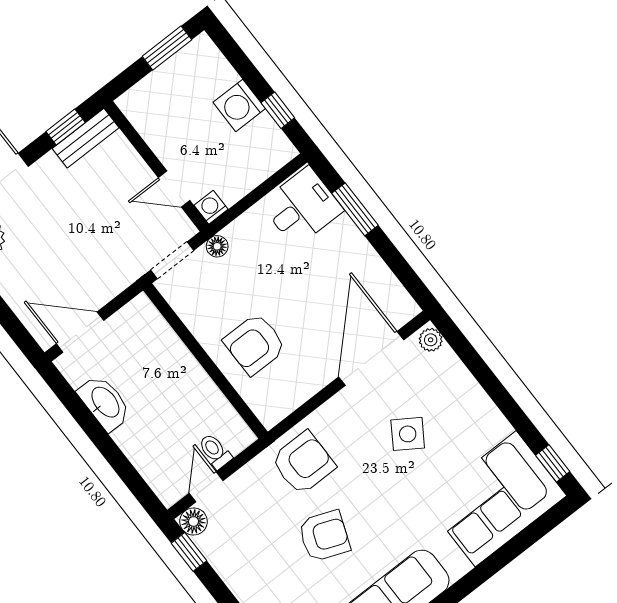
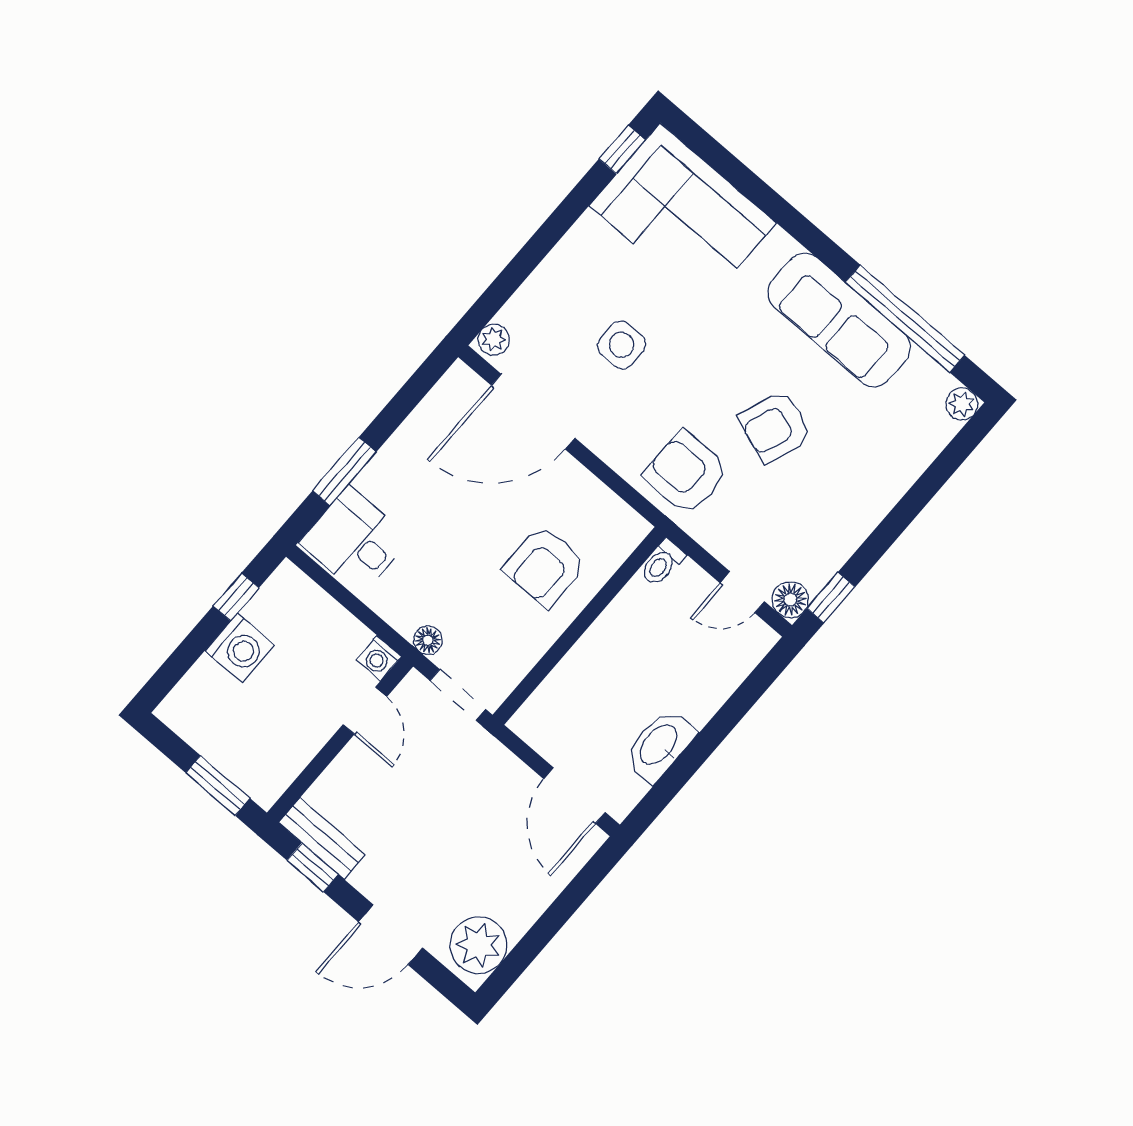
window: (167, 48) -> (218, 786), moved
armchair: (255, 344) -> (545, 566), turned 90
side table: (408, 434) -> (622, 345), turned -33
toilet: (215, 451) -> (662, 563), moved
armchair: (324, 536) -> (775, 427), turned -91

